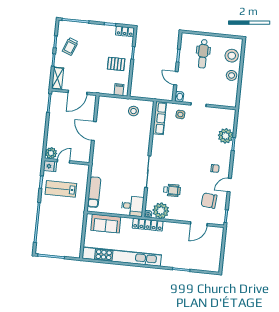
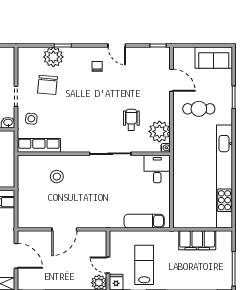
stool: (133, 111) -> (57, 177), moved
lab bench: (61, 189) -> (144, 265), turned 180
chair: (209, 201) -> (48, 85), moved
sofa: (106, 224) -> (214, 58), moved, turned 90
locker: (148, 225) -> (179, 147), removed
filing cabinet: (75, 231) -> (197, 240), added
cafe table: (175, 242) -> (199, 109), added

